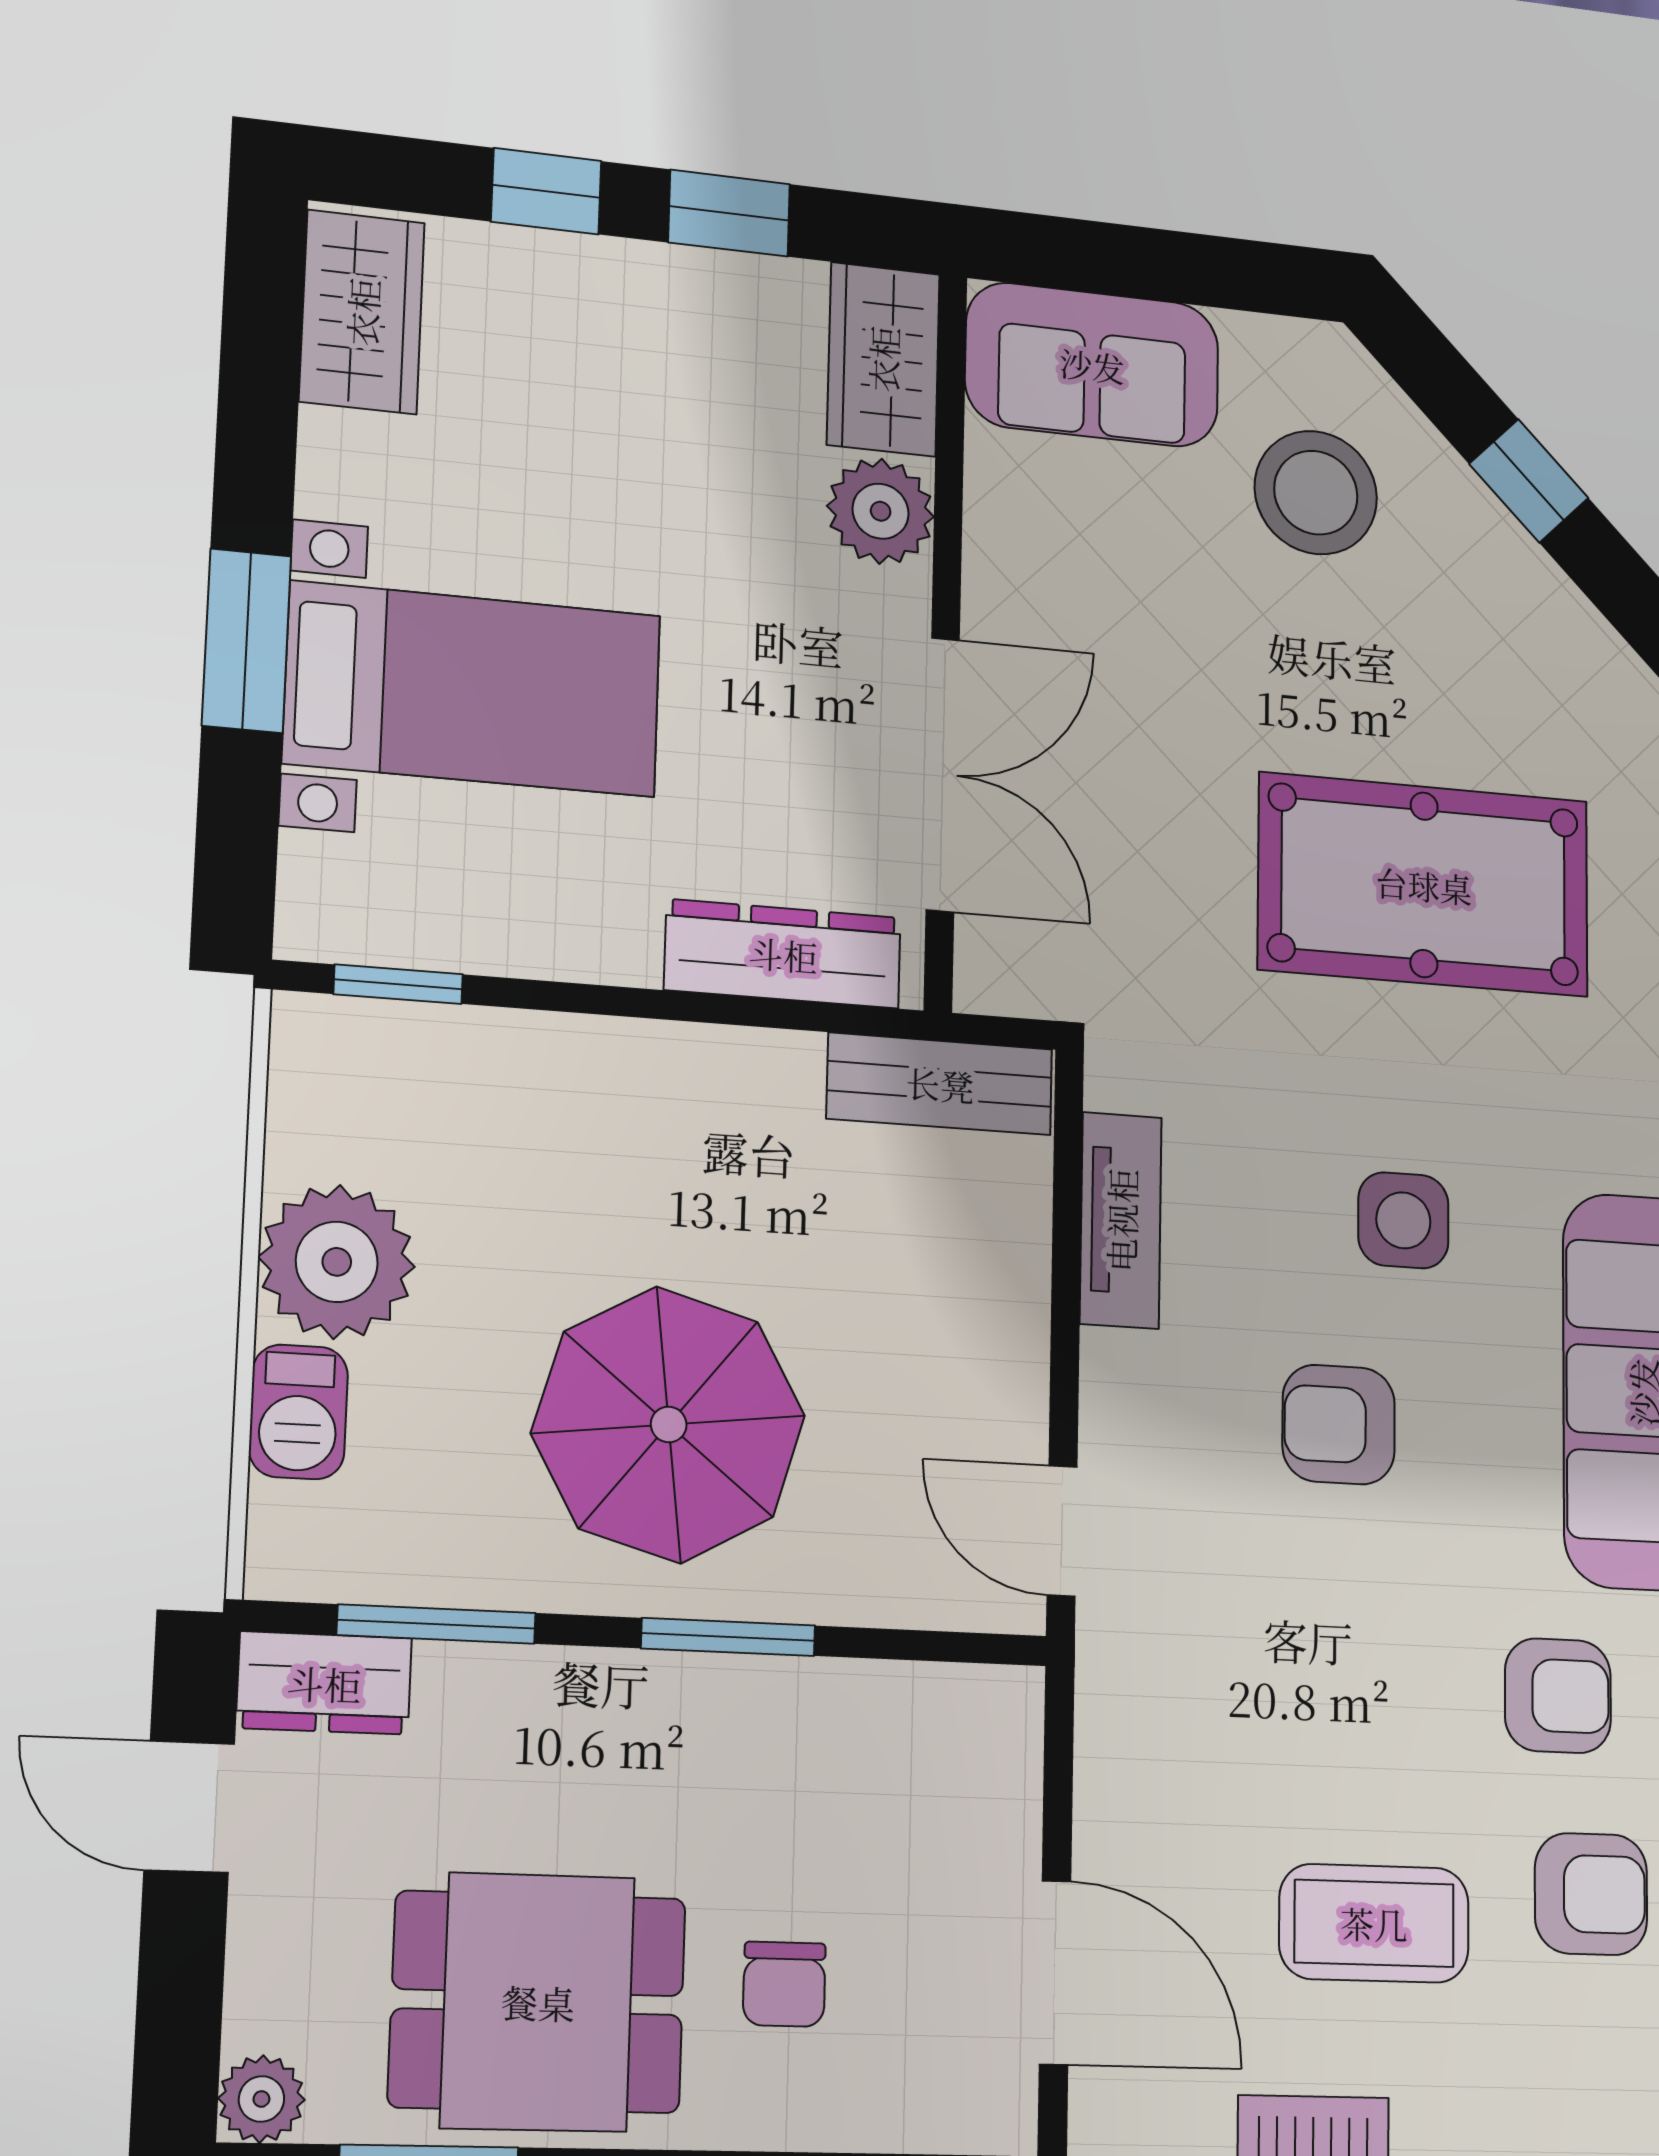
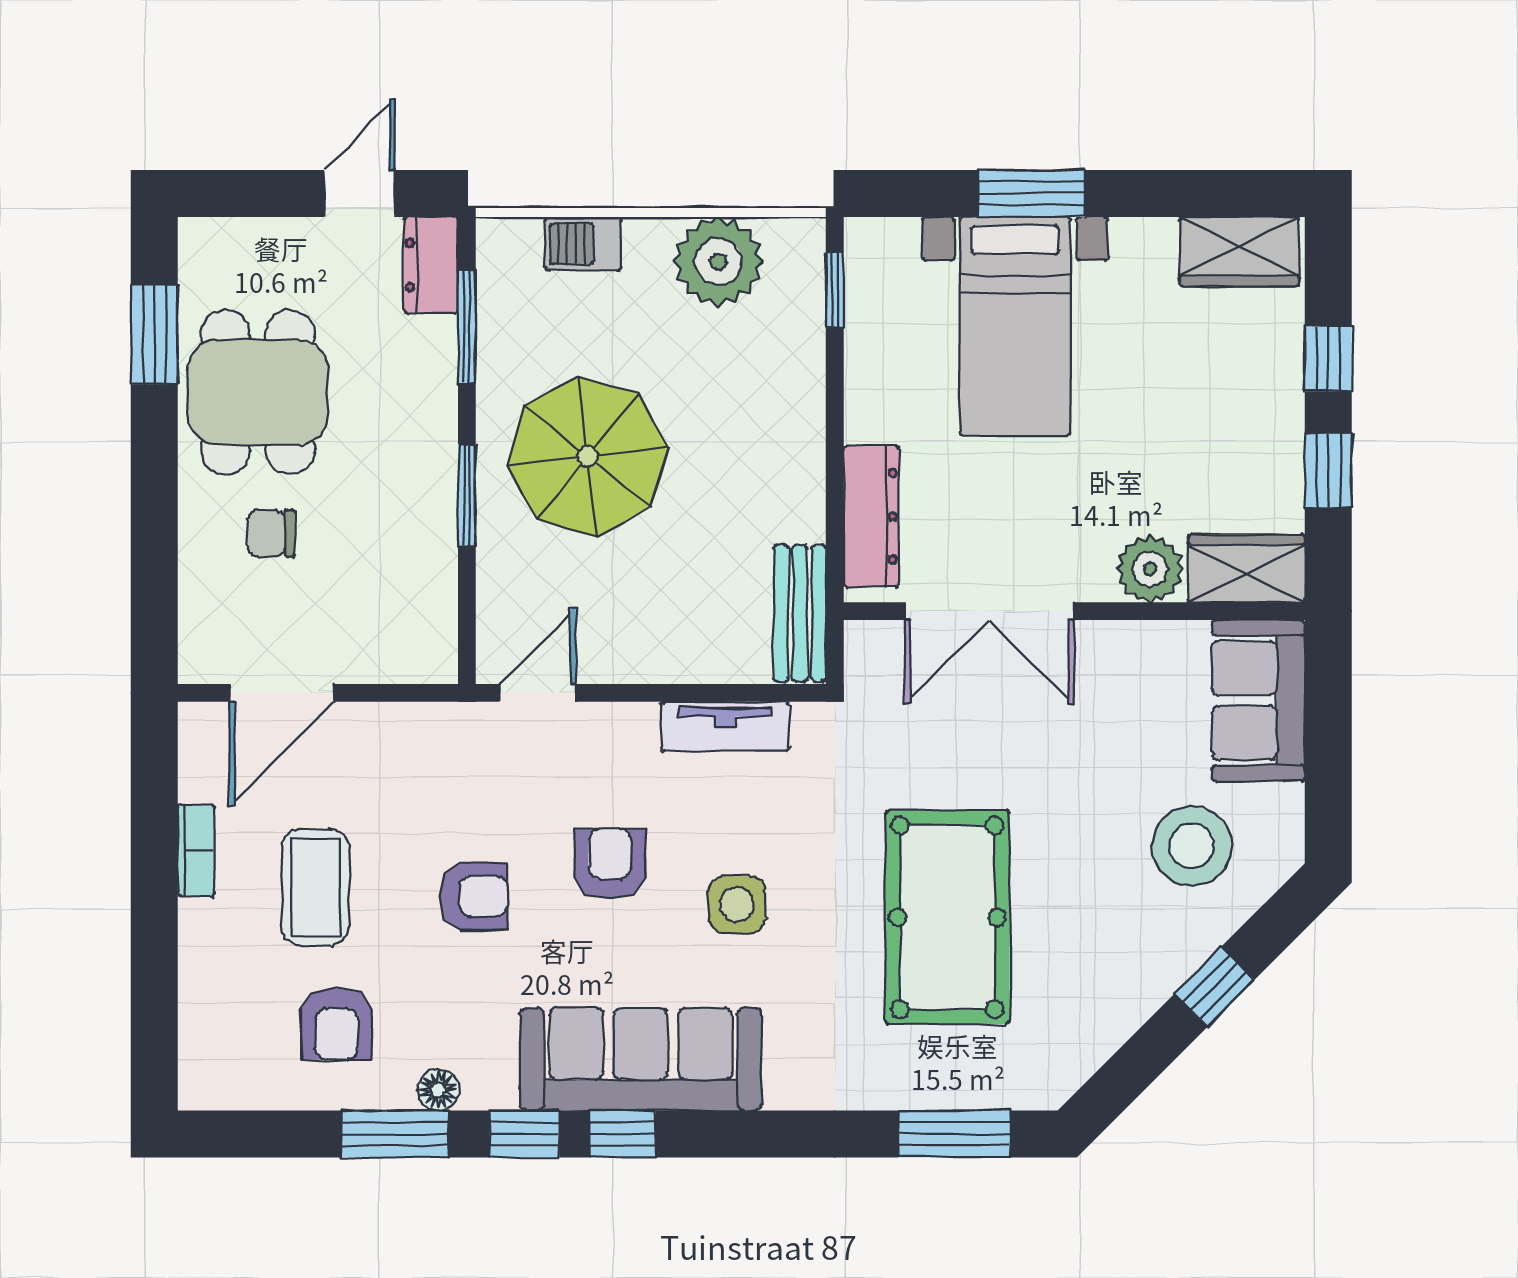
plant: (337, 1262) -> (718, 262), moved
armchair: (1558, 1696) -> (474, 896), moved, turned -90
plant: (261, 2099) -> (201, 241), removed

